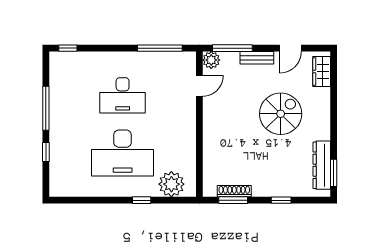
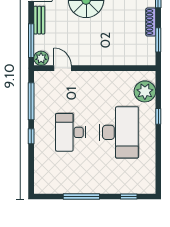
window: (68, 48) -> (31, 136), moved
desk: (123, 95) -> (71, 132), turned 180
window: (46, 152) -> (129, 197), moved
shoe rack: (234, 191) -> (151, 22), moved

